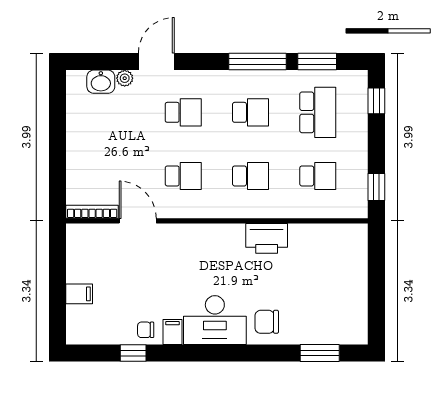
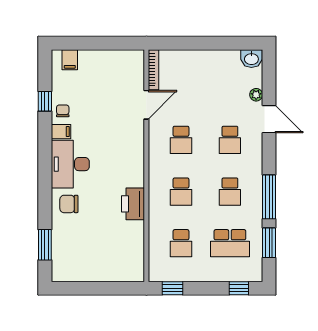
washbasin: (101, 82) -> (251, 59), moved, turned -90
filing cabinet: (79, 294) -> (70, 60), moved
chair: (267, 322) -> (69, 204), turned -90

